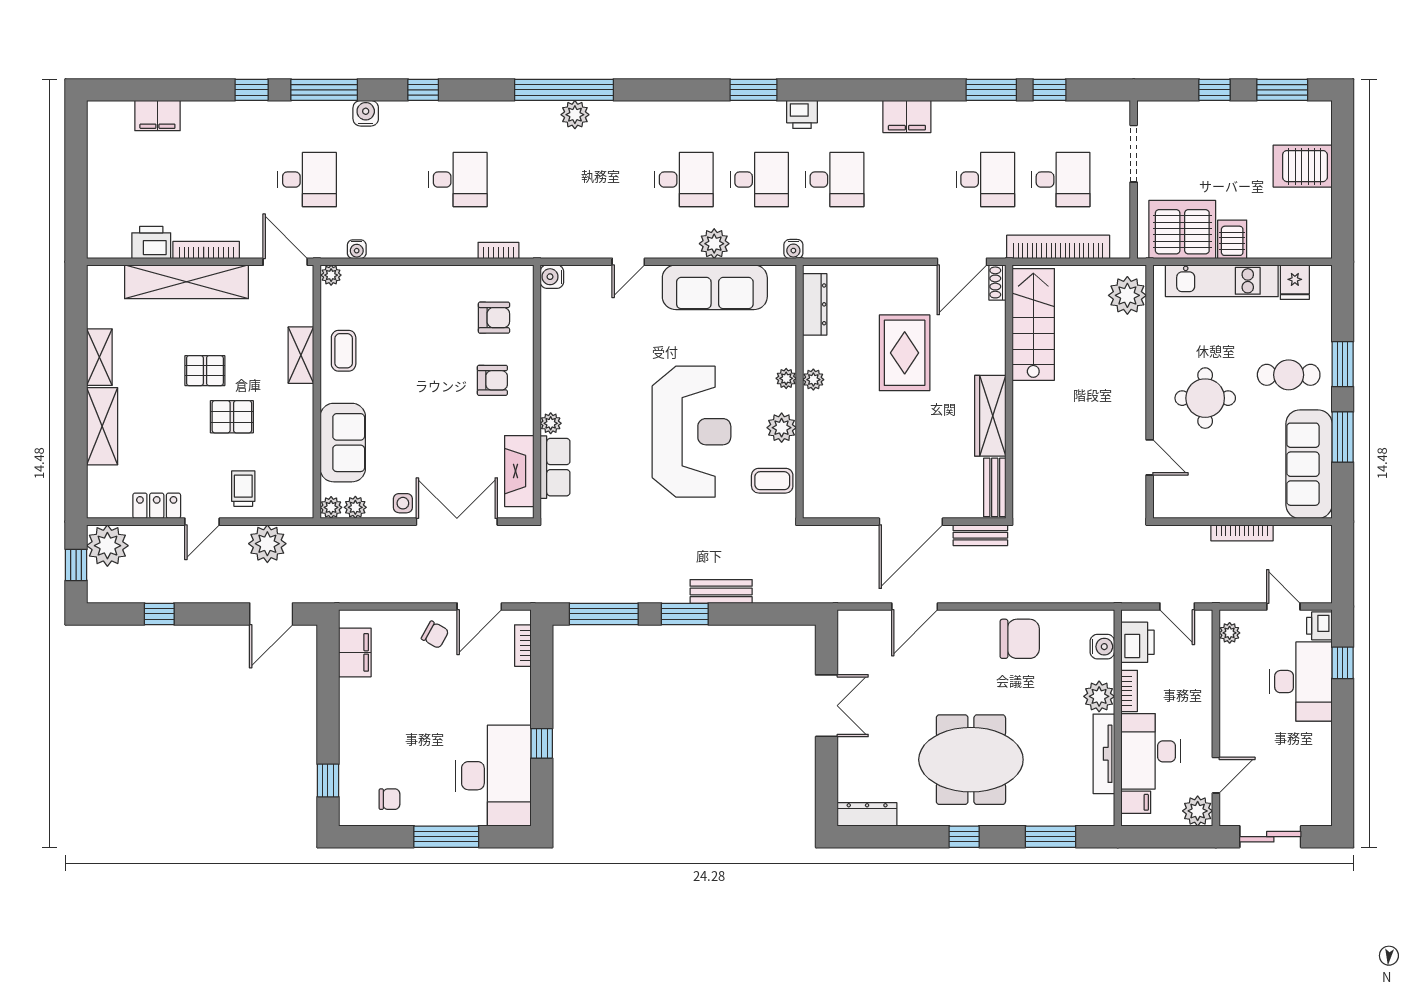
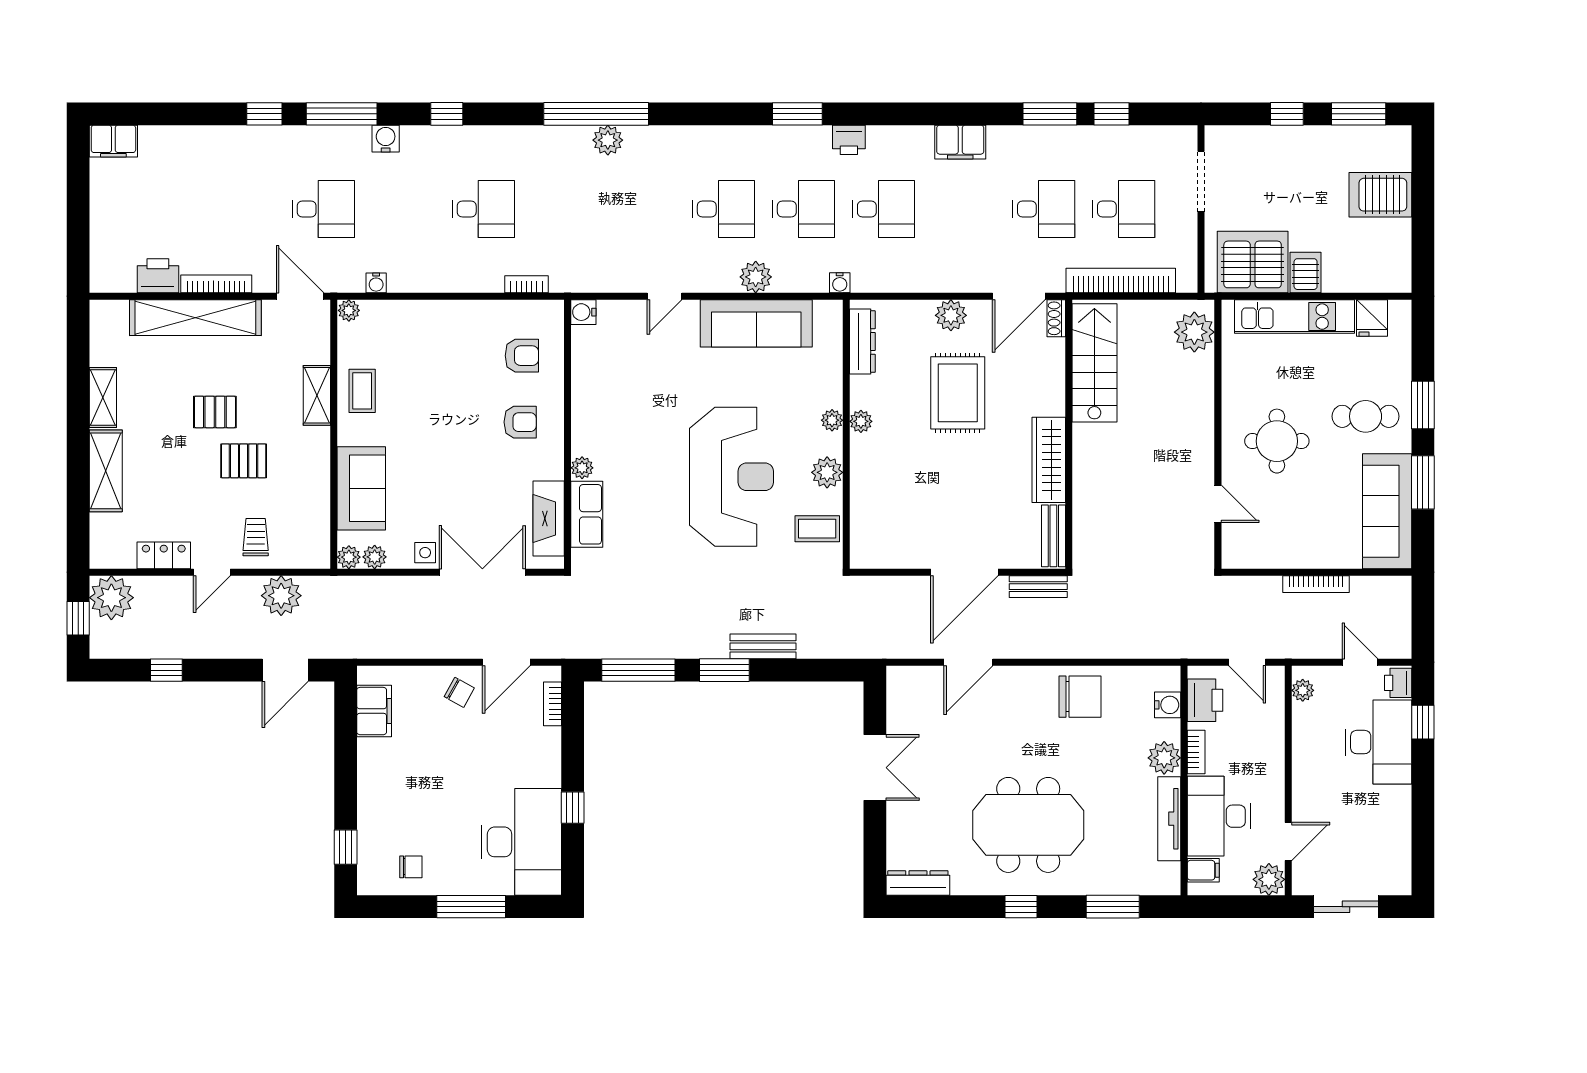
filing cabinet: (157, 116) -> (113, 141), moved
plant: (898, 280) -> (951, 315), added

